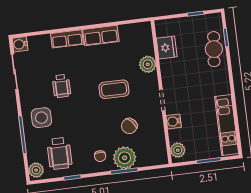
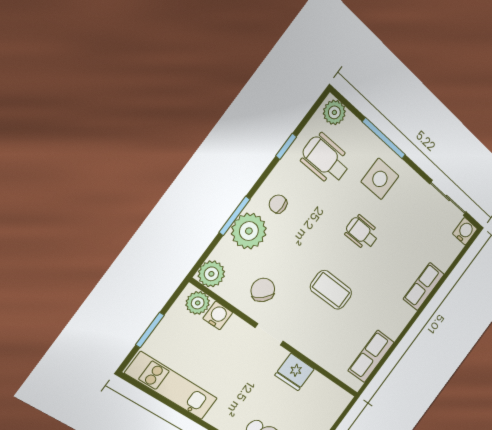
row of seats: (101, 35) -> (371, 356), moved
fridge: (167, 48) -> (295, 372), moved
plant: (148, 64) -> (211, 274), moved
wheelchair: (61, 86) -> (362, 233), moved
coffee table: (114, 89) -> (331, 290), turned 90
water cooler: (174, 121) -> (218, 315), moved
chair: (129, 126) -> (263, 290), moved

